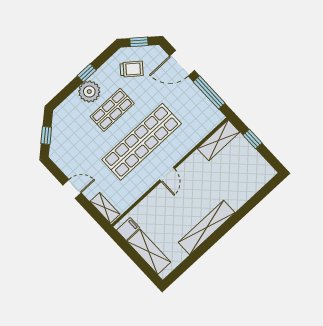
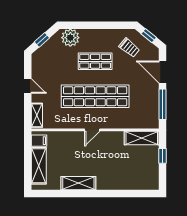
window: (87, 73) -> (101, 25), removed
plant: (89, 92) -> (70, 38), moved
shelving: (207, 228) -> (78, 183), width x0.68

